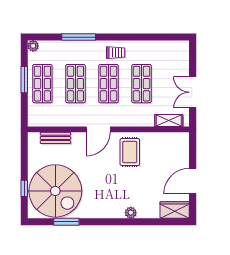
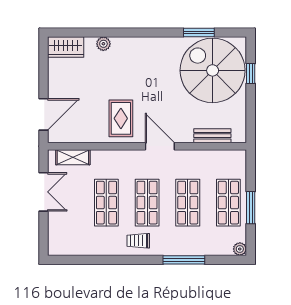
door: (98, 129) -> (160, 146), hinge flipped
door: (193, 181) -> (44, 114), moved
plant: (131, 213) -> (103, 44), moved

